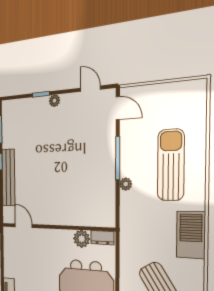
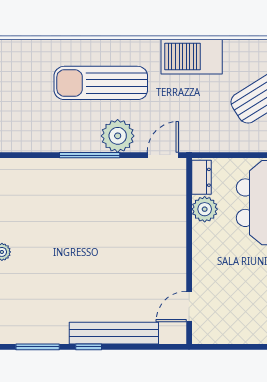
door: (118, 108) -> (163, 155), moved
plant: (126, 184) -> (118, 136), width x1.88, depth x1.88

